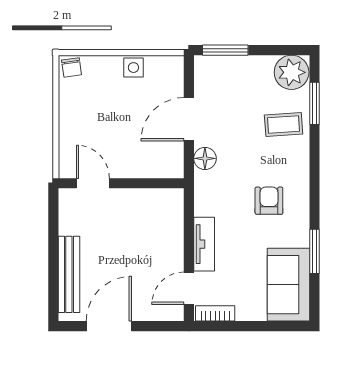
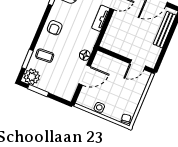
window: (225, 50) -> (38, 91), moved
door: (93, 183) -> (138, 65), hinge flipped
armchair: (269, 201) -> (55, 28), moved

